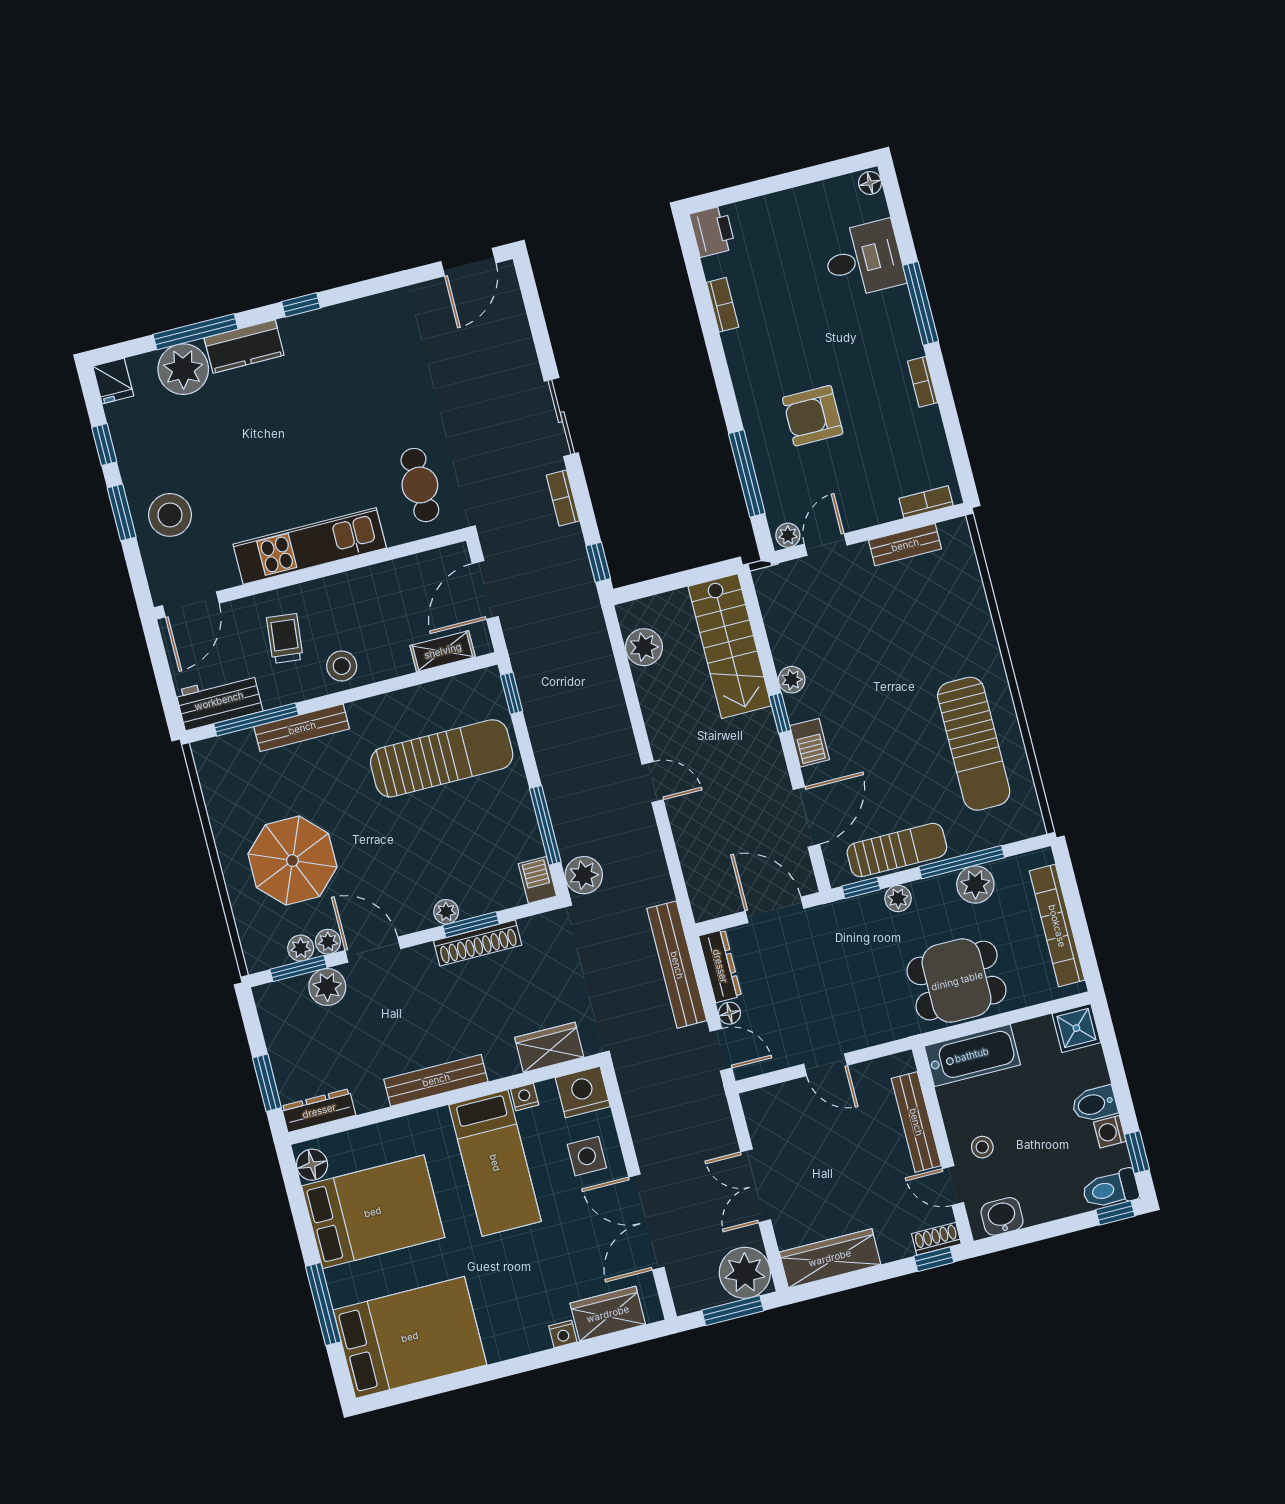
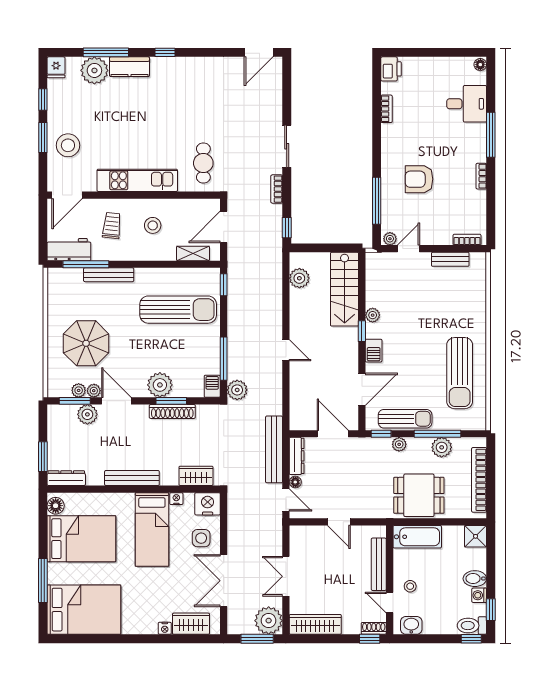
stool: (342, 666) -> (153, 225), moved
plant: (446, 912) -> (160, 385), width x1.88, depth x1.88

